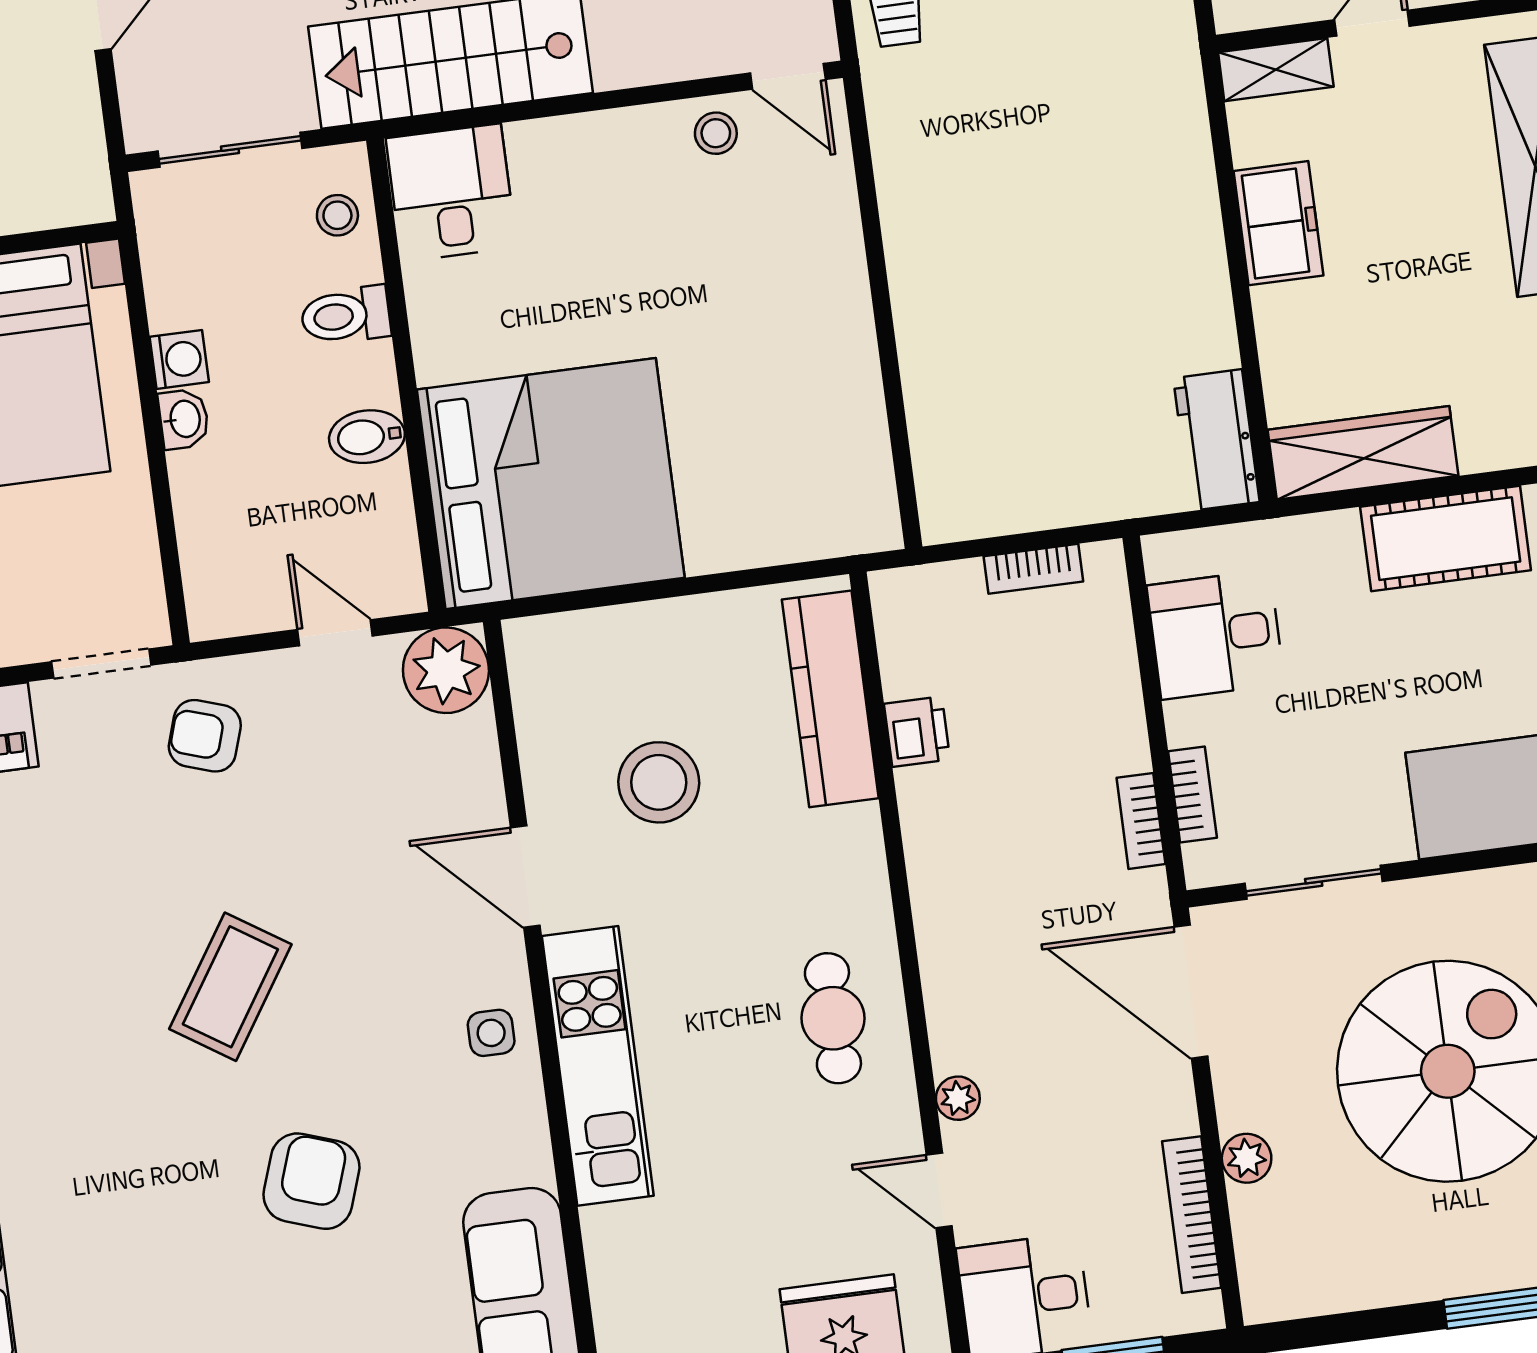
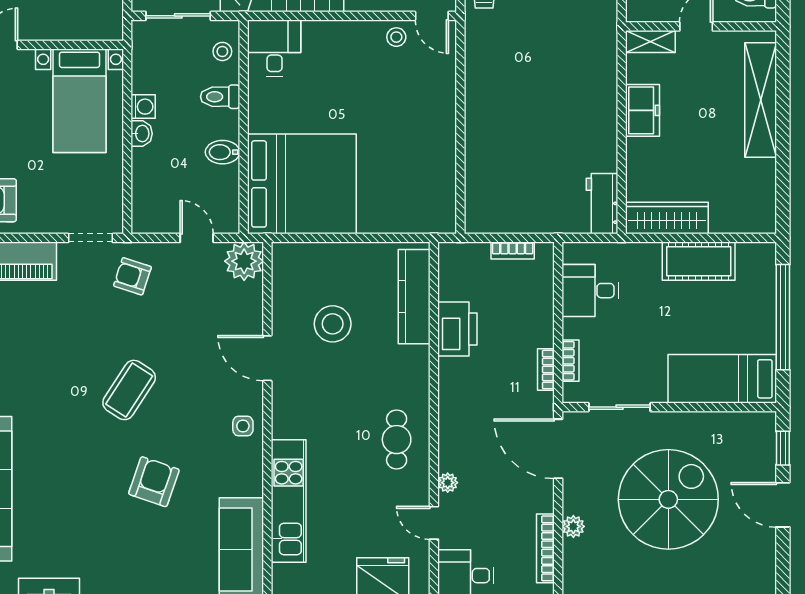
printer: (917, 732) -> (457, 329), width x1.87, depth x1.48
kitchen unit: (598, 1066) -> (289, 501), moved

